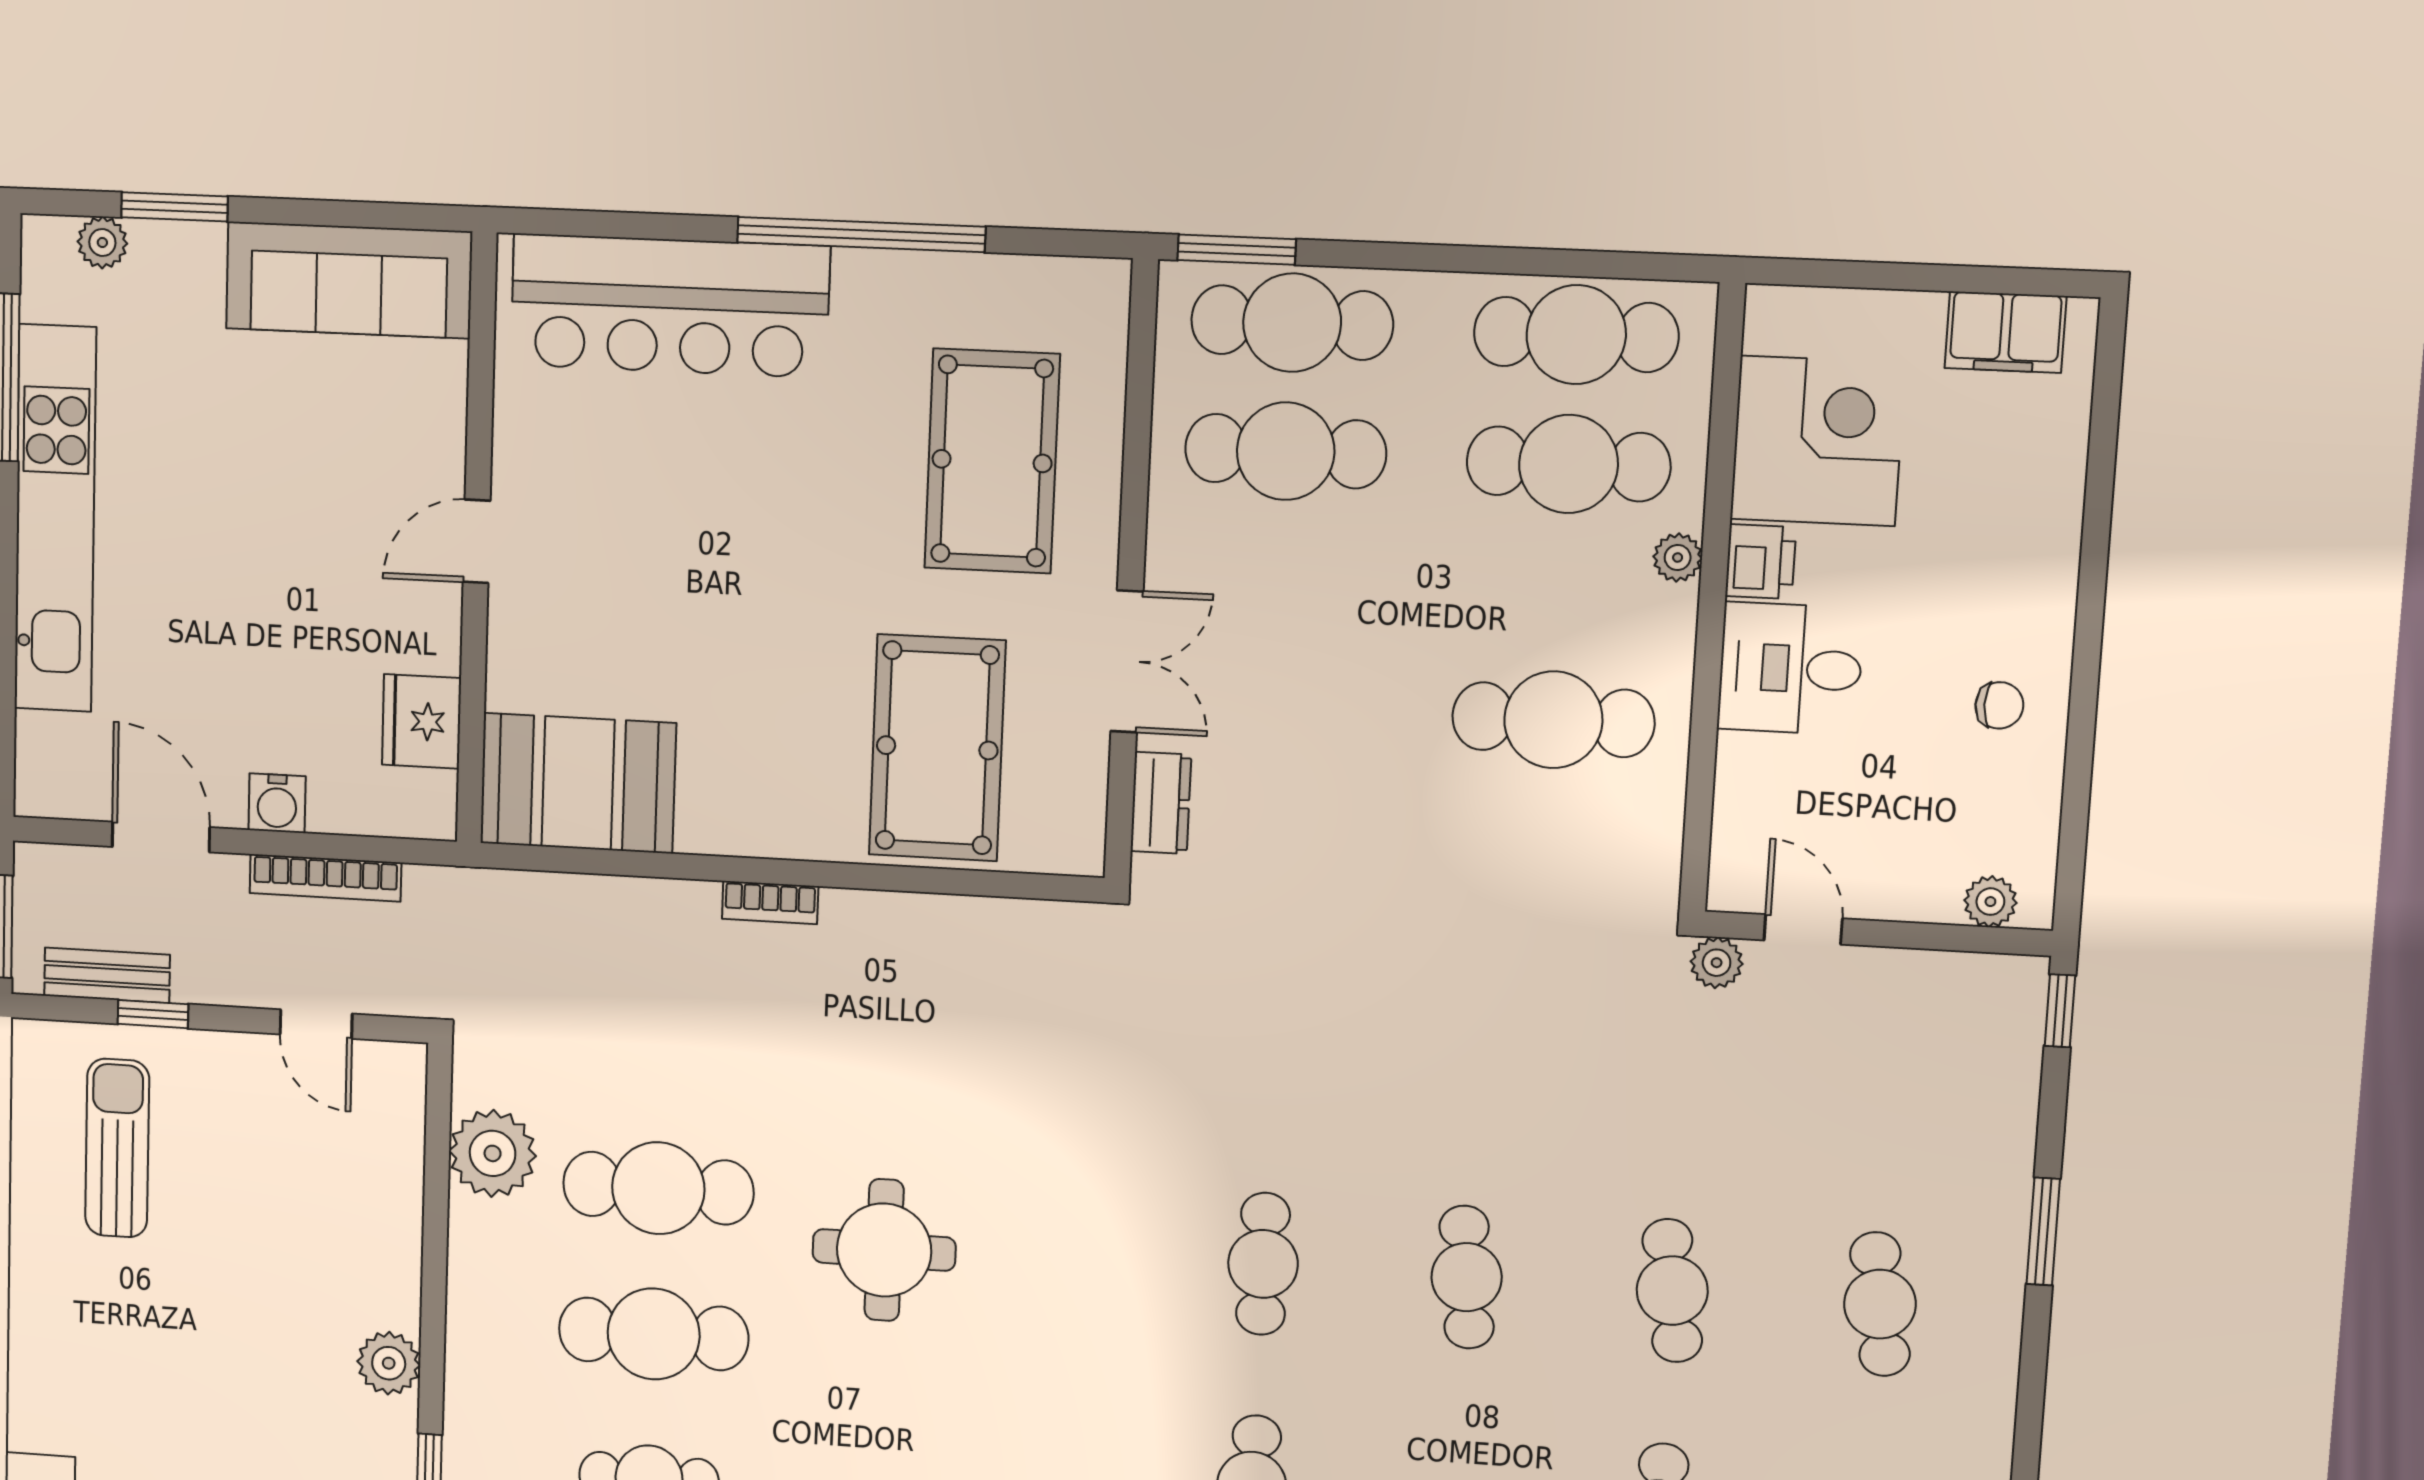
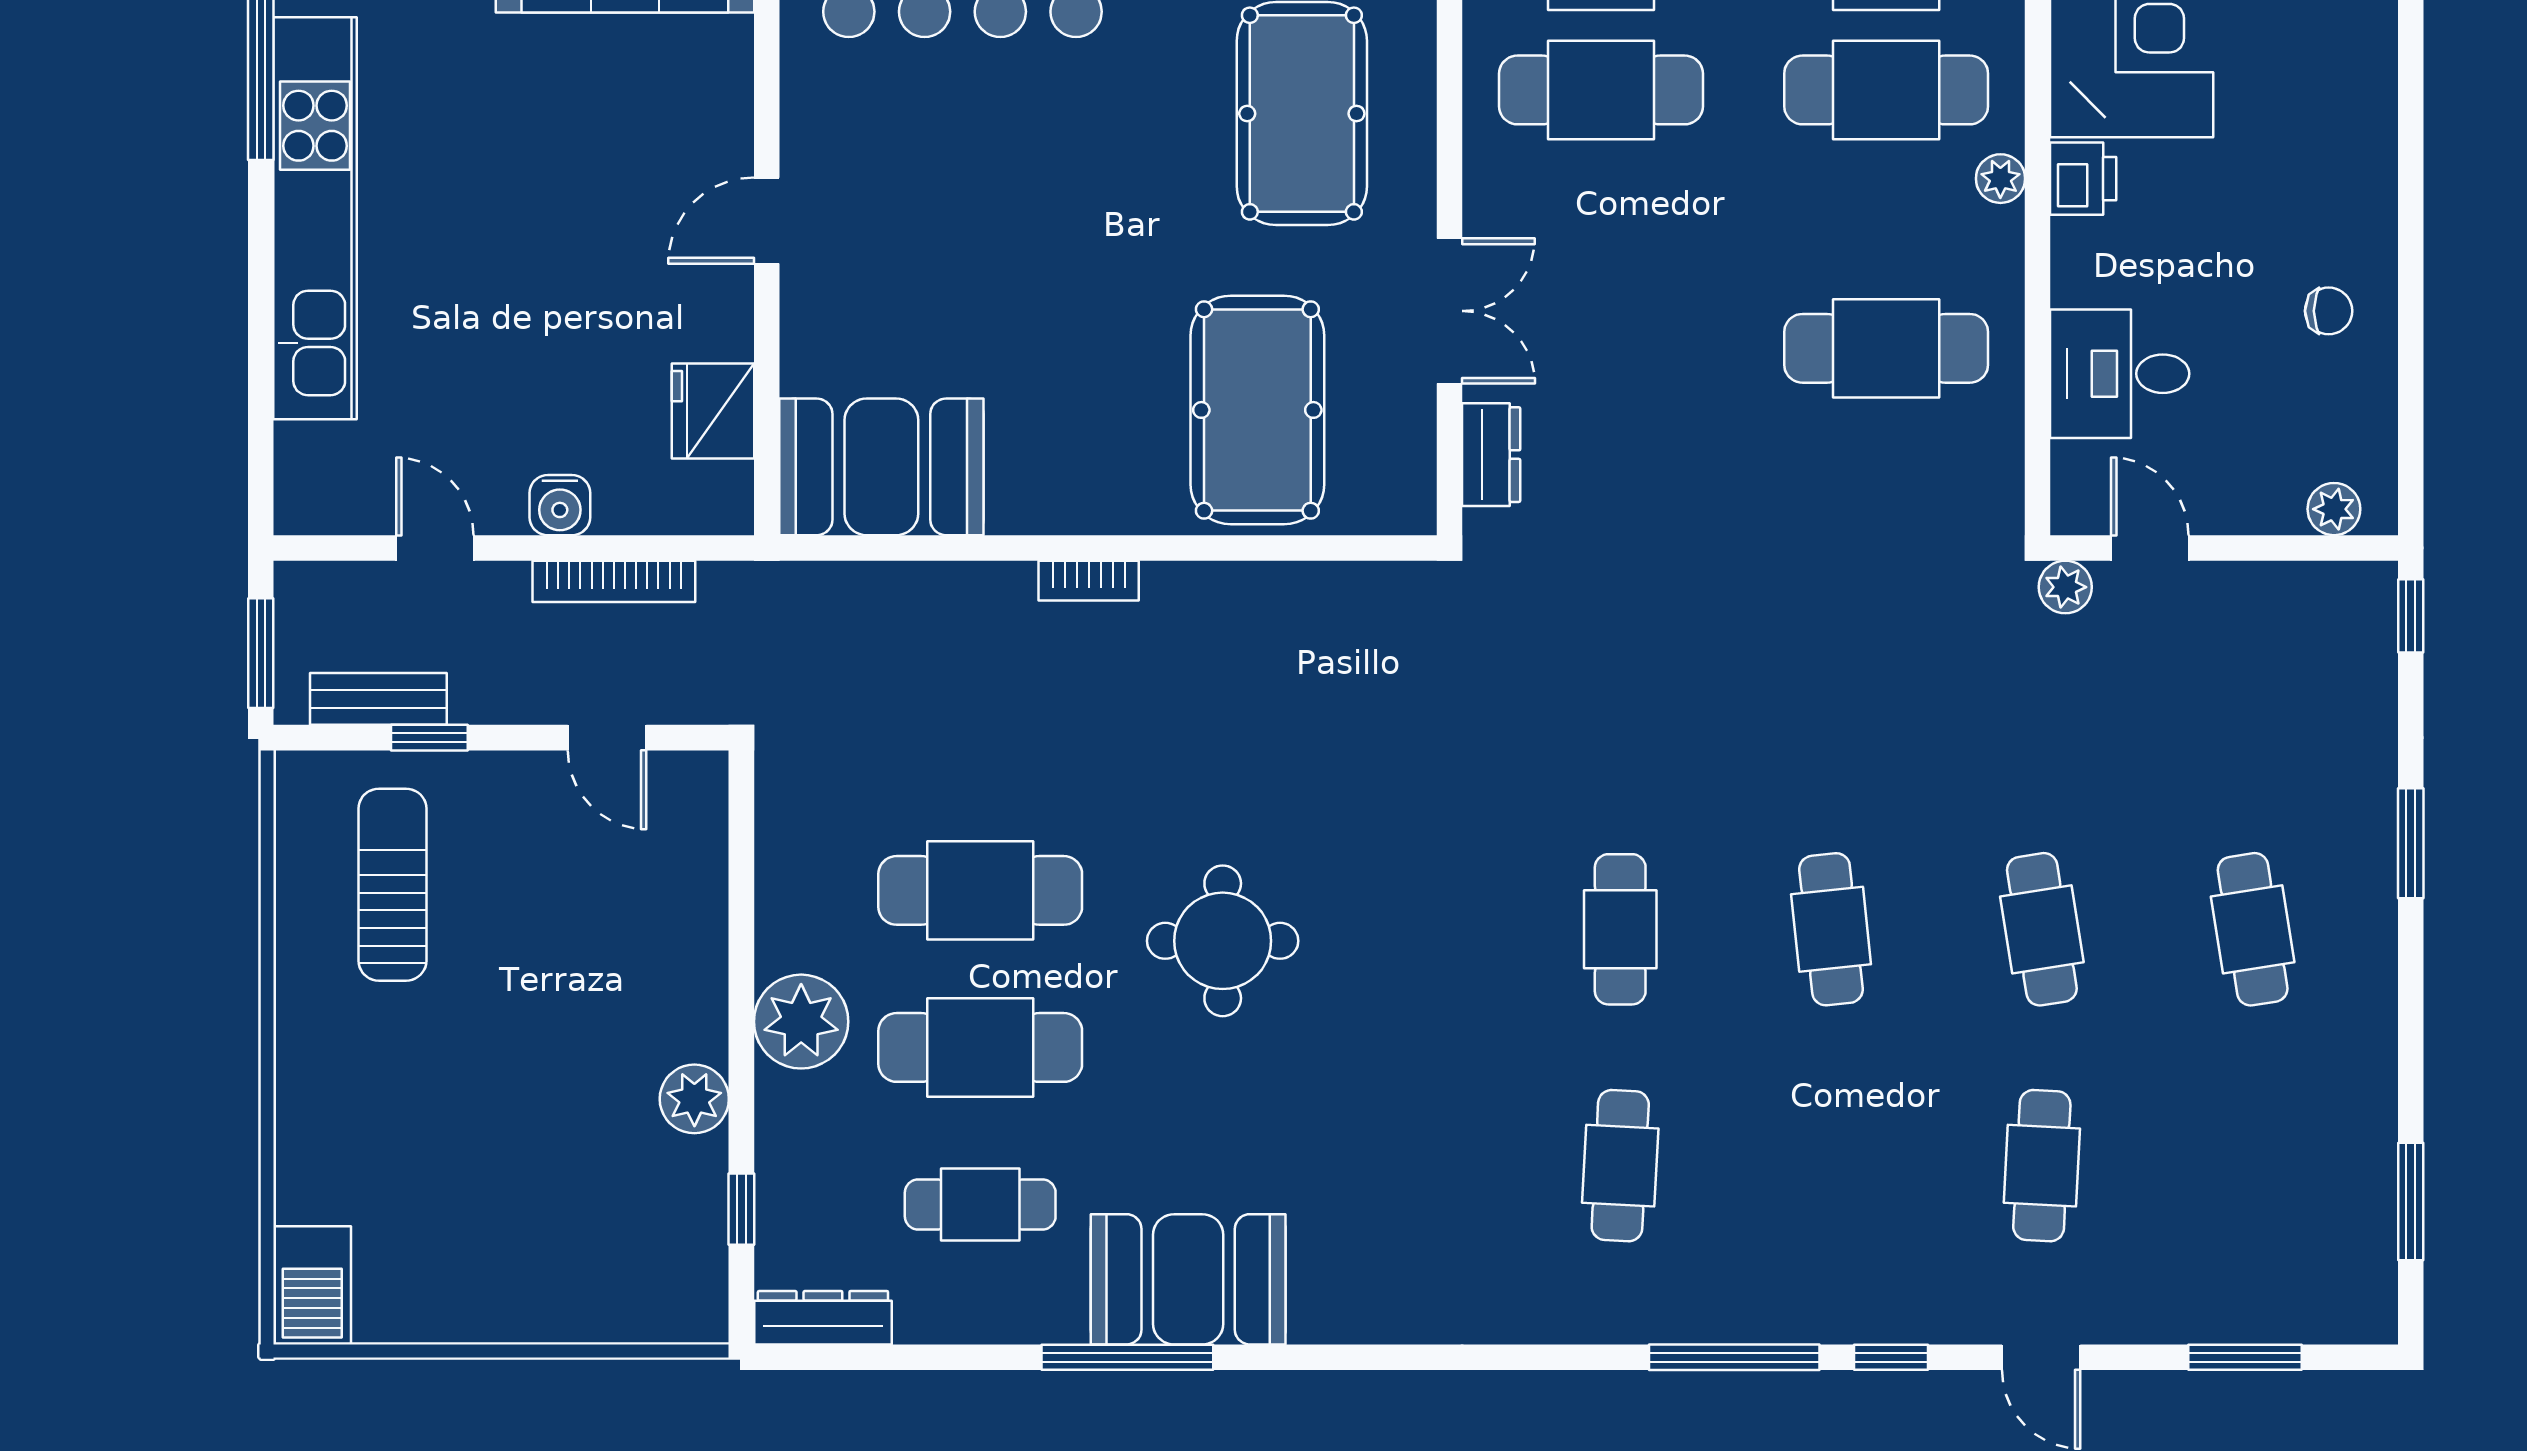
desk: (1790, 669) -> (2120, 374), moved
door: (161, 837) -> (435, 548), width x0.73
plant: (493, 1153) -> (801, 1022), moved

